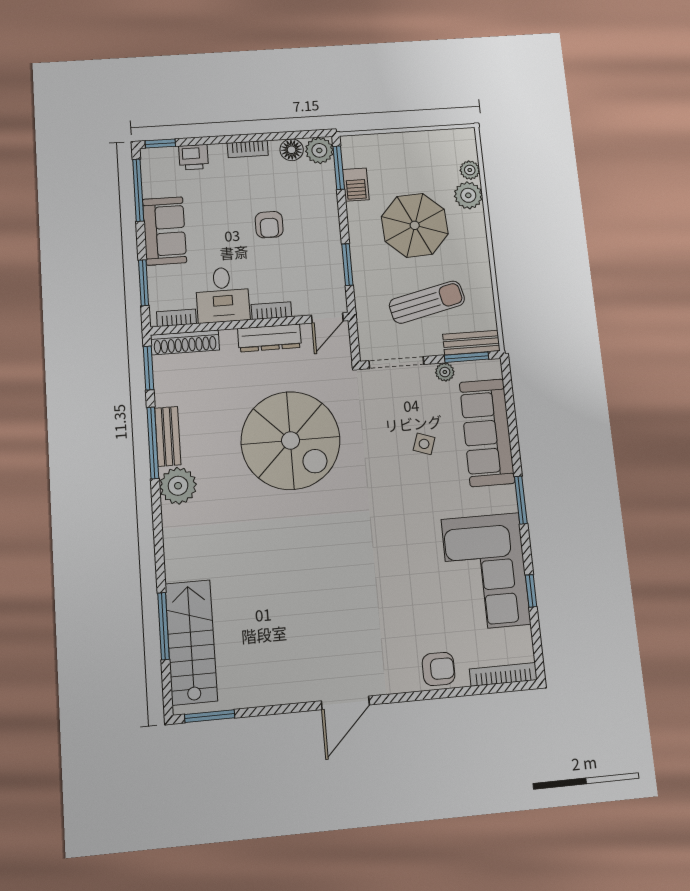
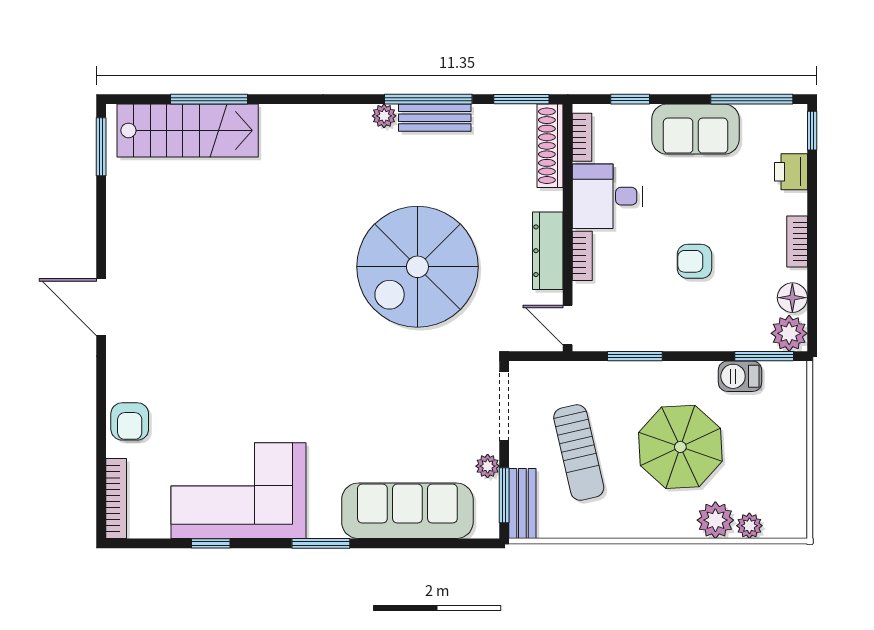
window: (144, 283) -> (630, 99), width x0.67
side table: (424, 444) -> (400, 431), removed
plant: (178, 486) -> (384, 116), width x0.53, depth x0.53

